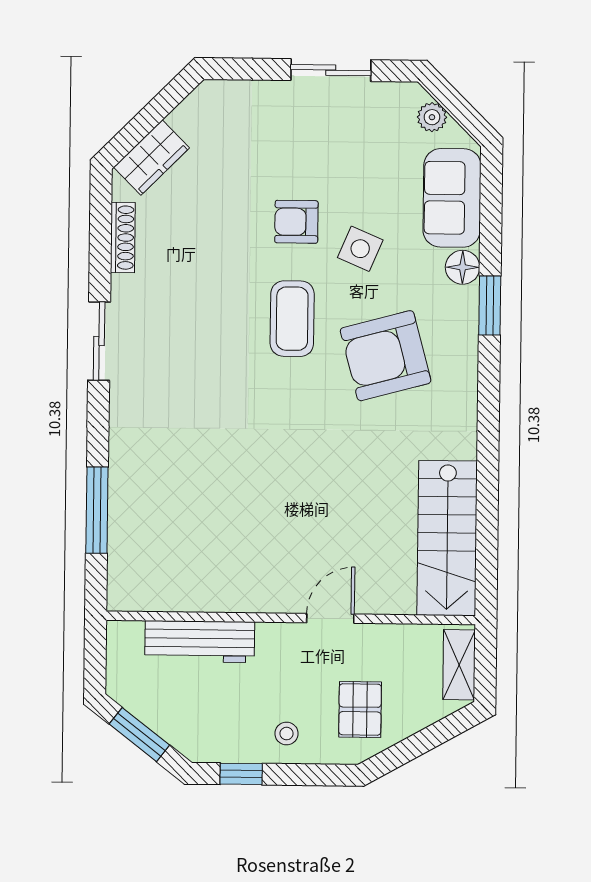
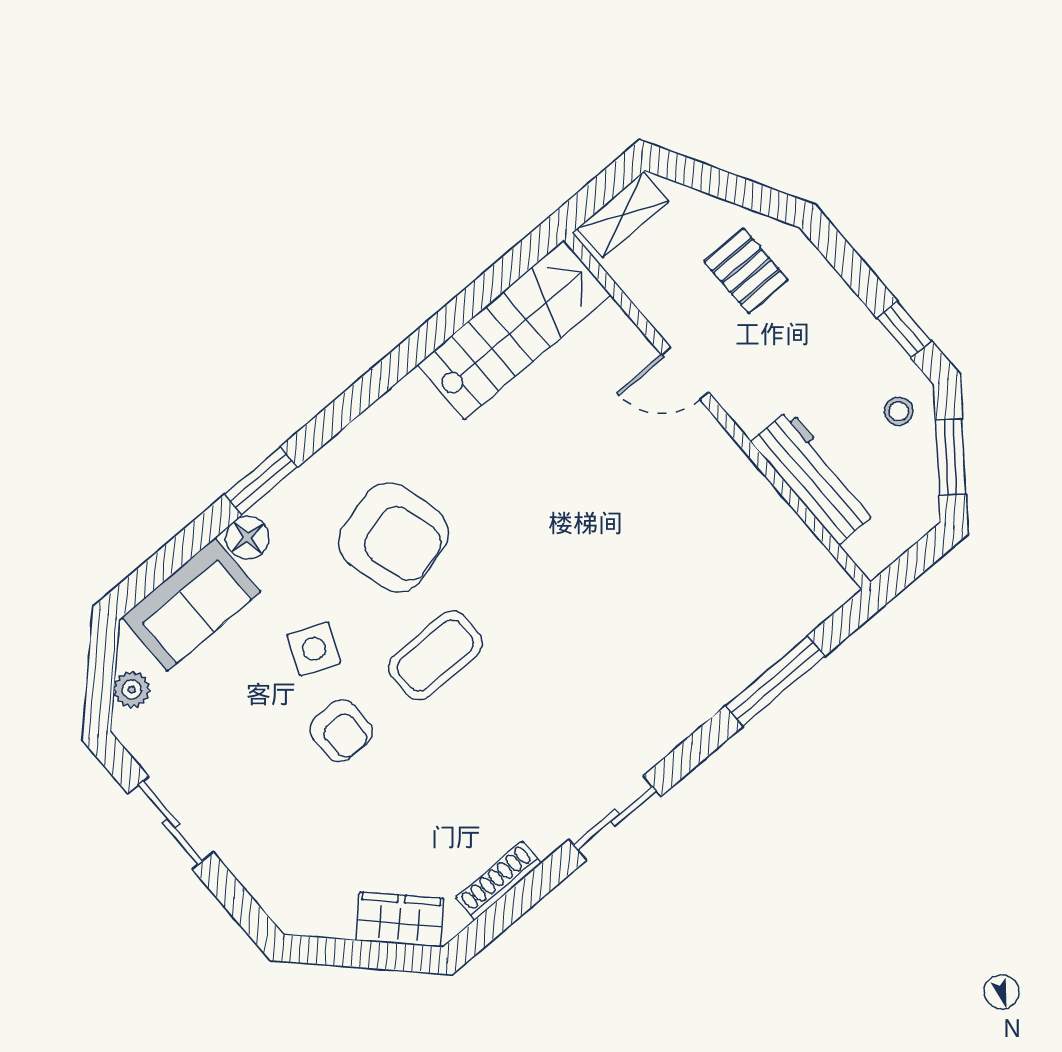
pallet: (360, 709) -> (746, 271), turned 90
stool: (287, 734) -> (899, 411), moved

